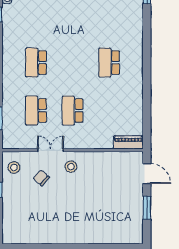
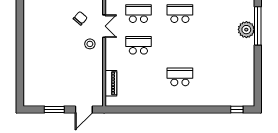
piano: (128, 142) -> (111, 83), moved

